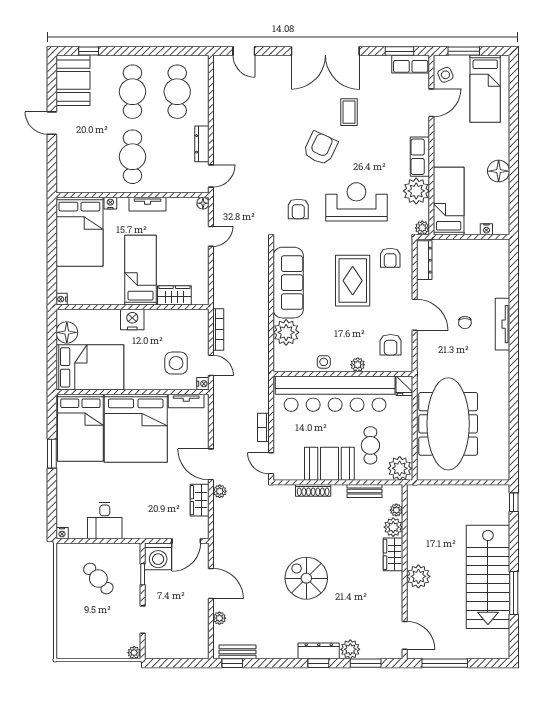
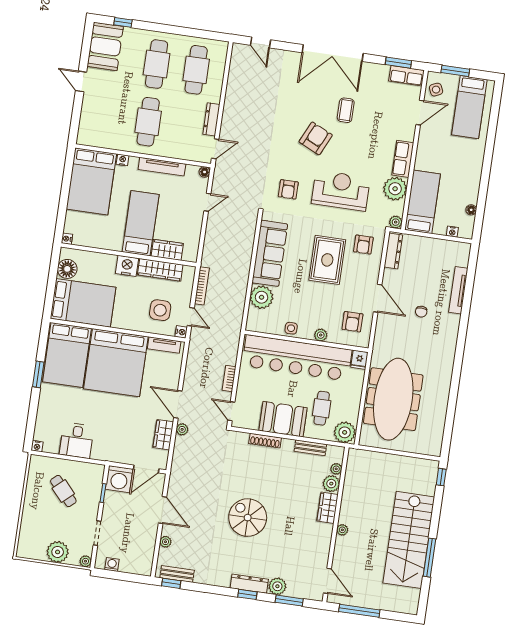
floor lamp: (499, 171) -> (471, 210), moved, width x0.53, depth x0.53
tv unit: (148, 204) -> (162, 167), width x1.41
wardrobe: (170, 318) -> (160, 270), added
tv unit: (502, 324) -> (458, 290), moved
plant: (418, 576) -> (342, 530), width x0.53, depth x0.53
plant: (102, 647) -> (58, 552), added
washing machine: (164, 652) -> (112, 564), added

